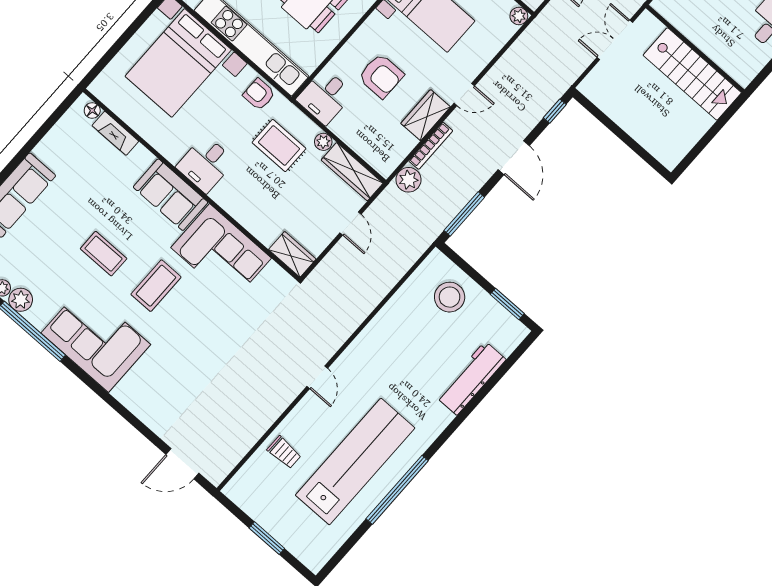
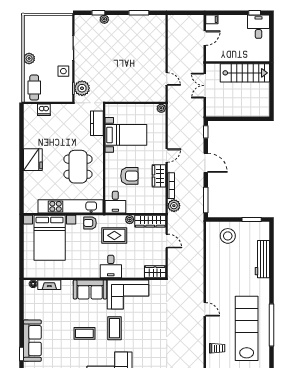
desk: (206, 164) -> (111, 266), moved

